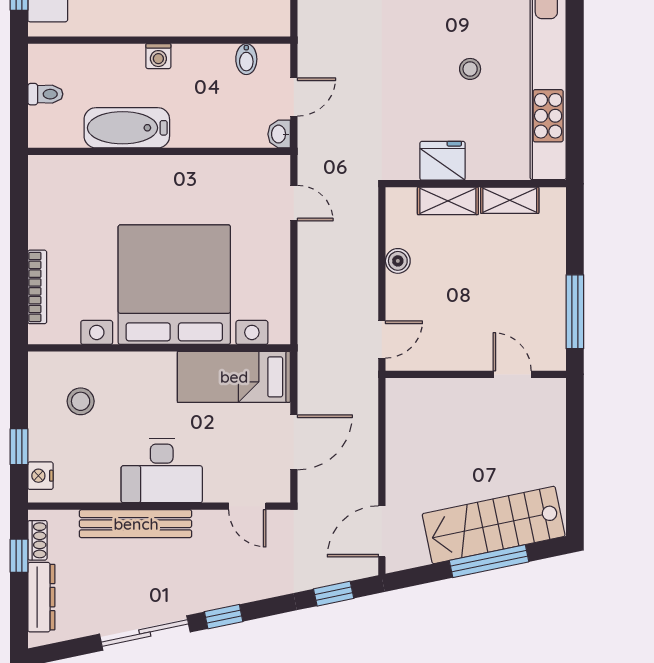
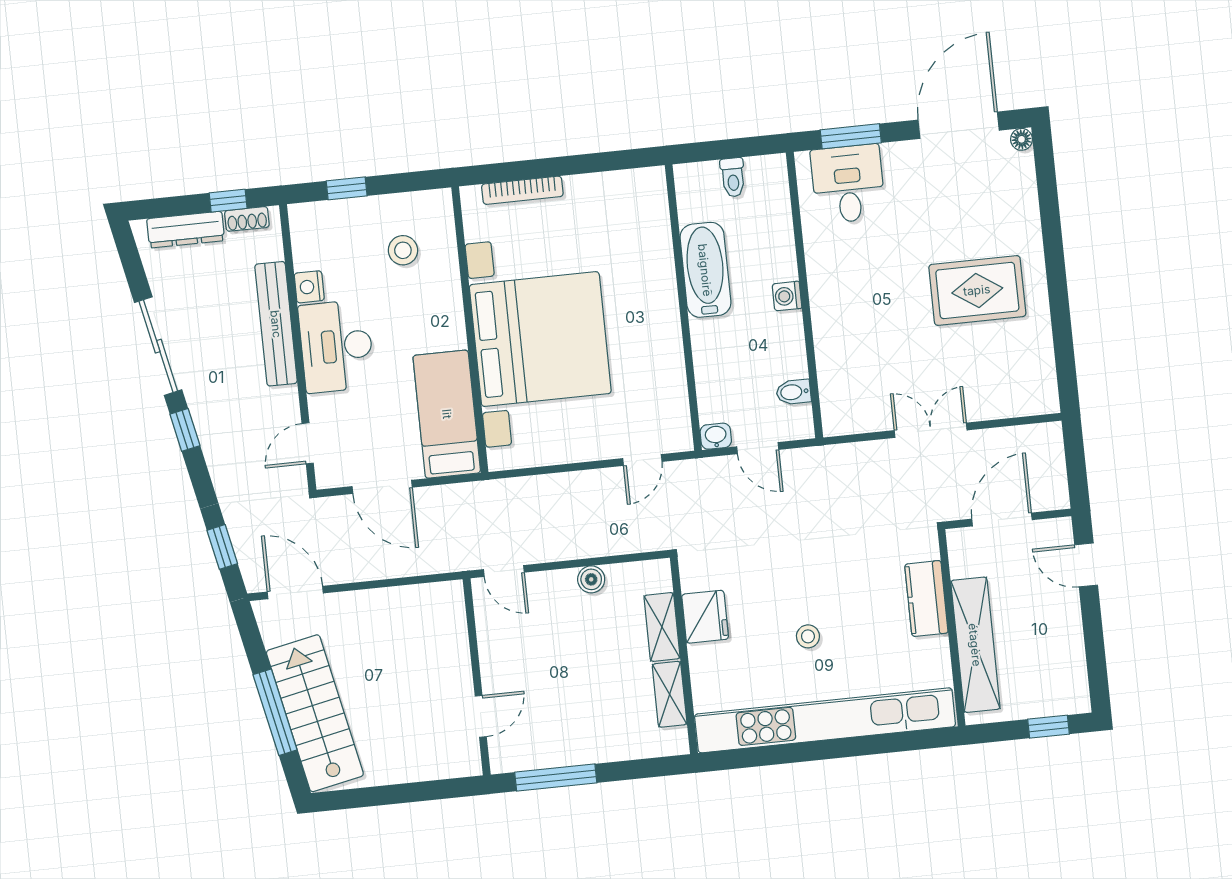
nightstand: (40, 476) -> (309, 287), moved, turned -90

